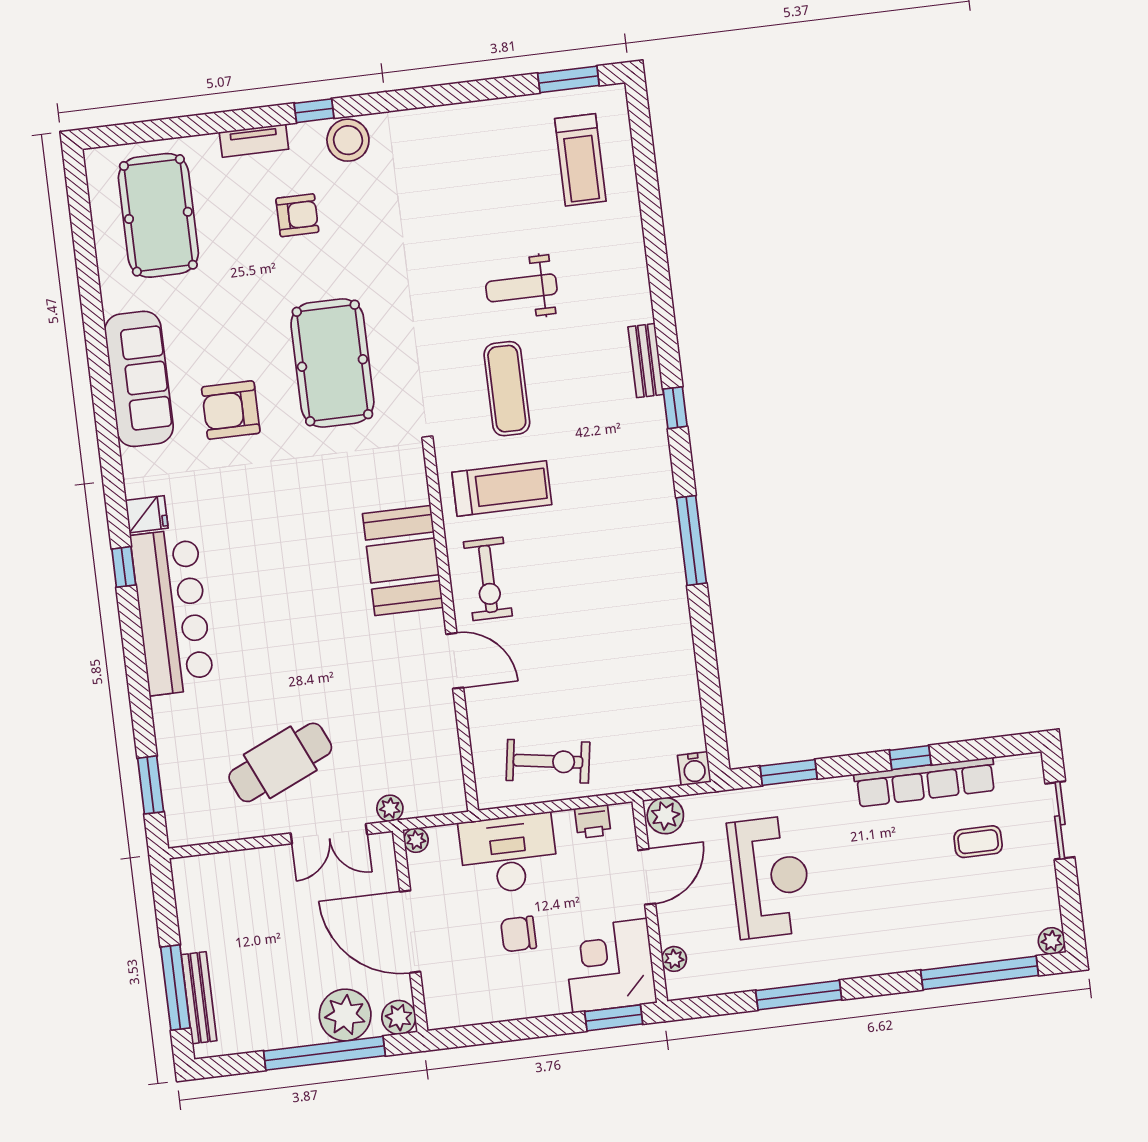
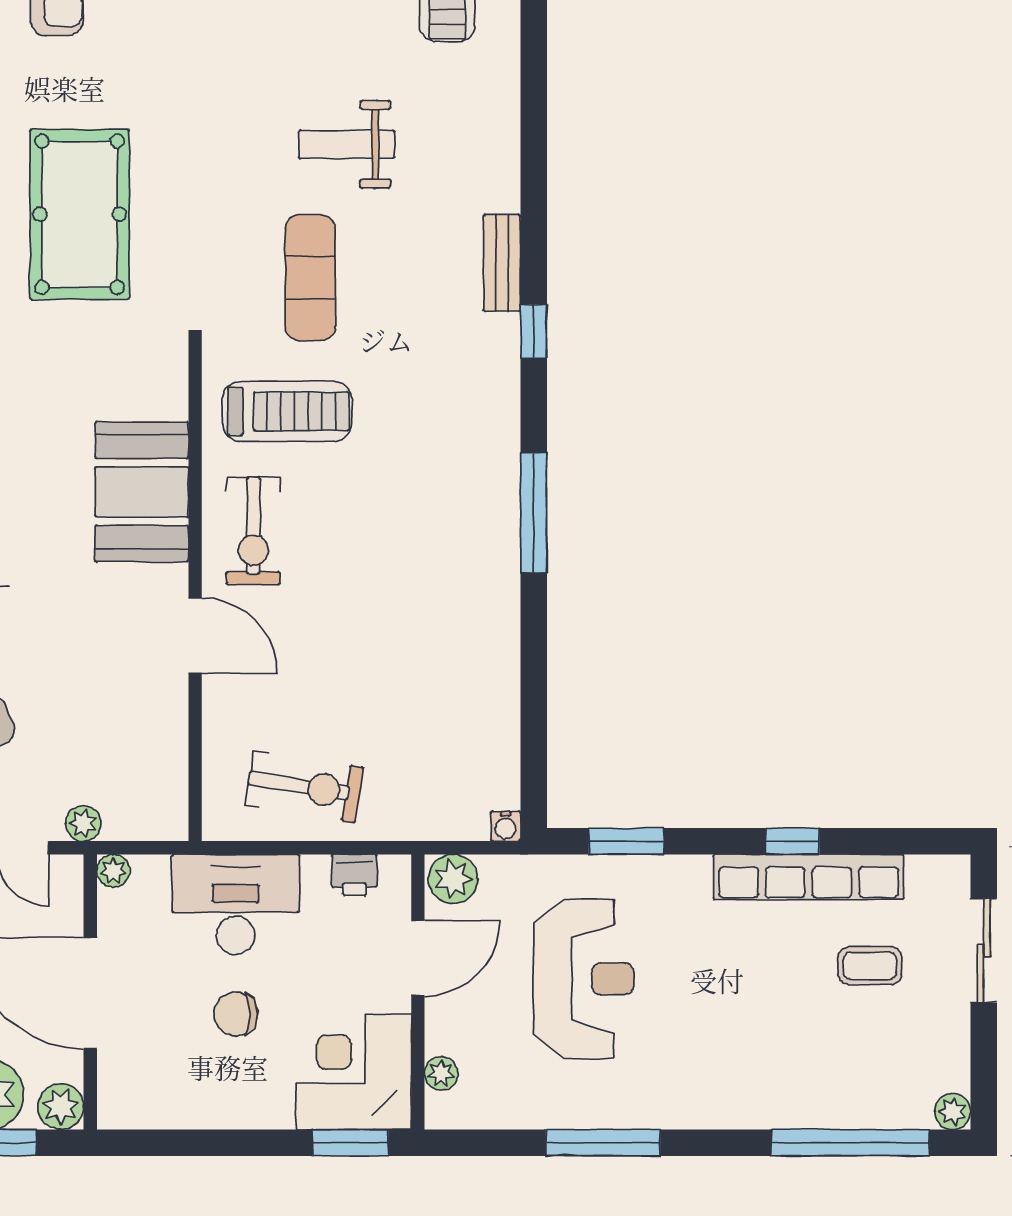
water cooler: (694, 769) -> (506, 826), width x0.72, depth x0.72

